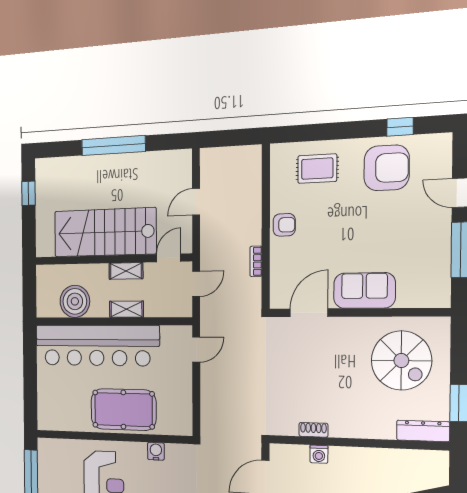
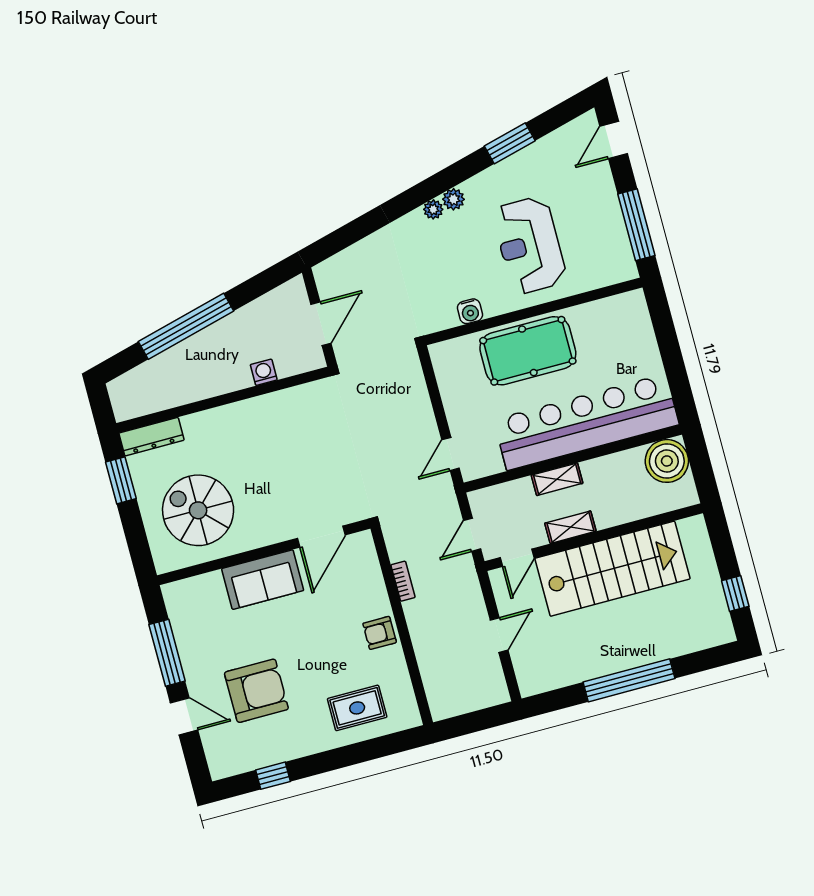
armchair: (387, 168) -> (256, 691), moved, turned 180
boiler: (75, 301) -> (667, 461), moved
shoe rack: (313, 430) -> (278, 399), removed

